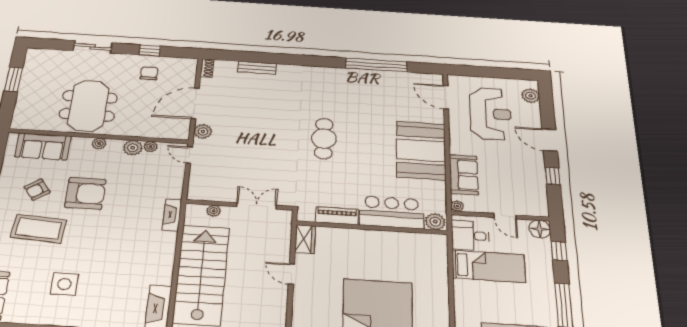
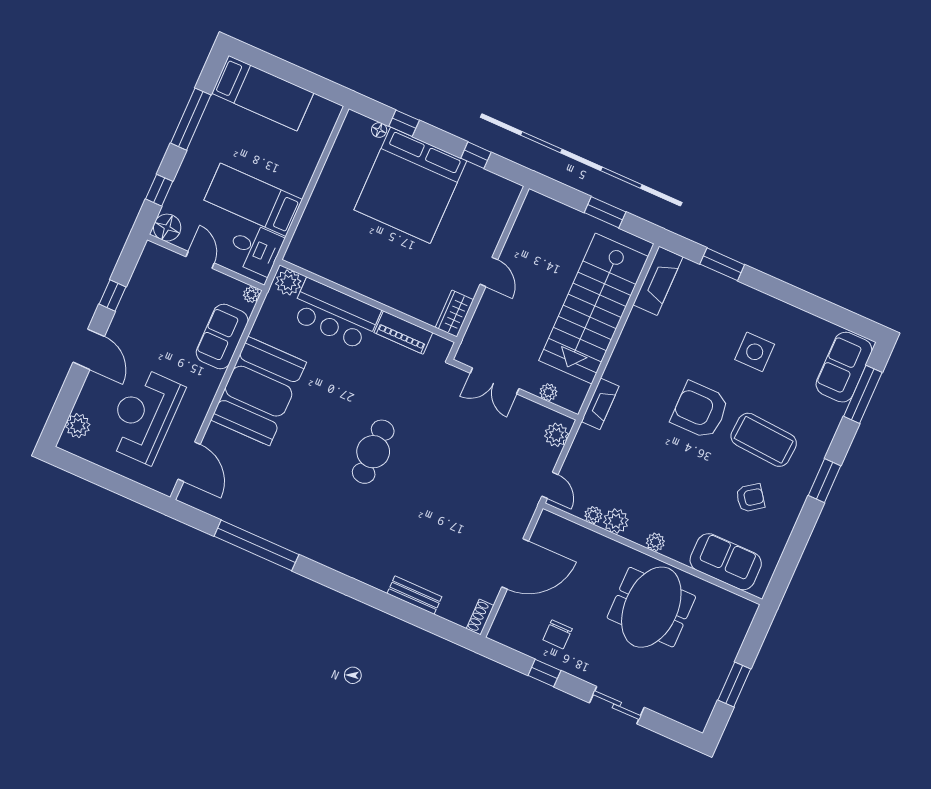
plant: (203, 131) -> (556, 435), moved
armchair: (85, 193) -> (700, 410), moved

